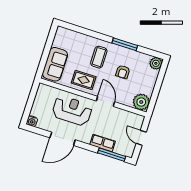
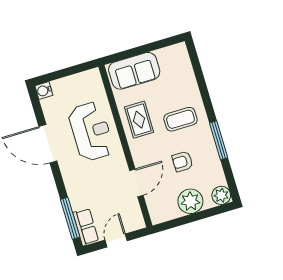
door: (105, 101) -> (136, 183), moved
plant: (141, 102) -> (190, 201), moved
row of seats: (103, 143) -> (86, 227), moved

